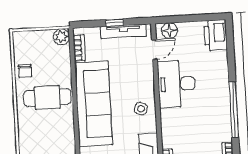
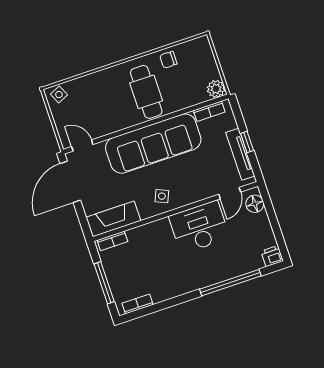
printer: (216, 35) -> (272, 256), width x0.53, depth x0.68
door: (154, 50) -> (230, 193), hinge flipped
window: (234, 110) -> (230, 283), moved

